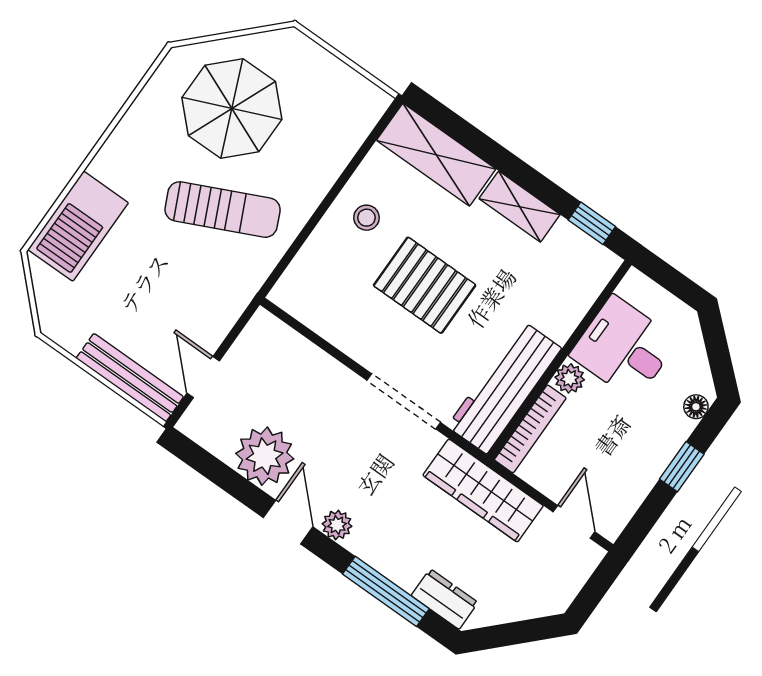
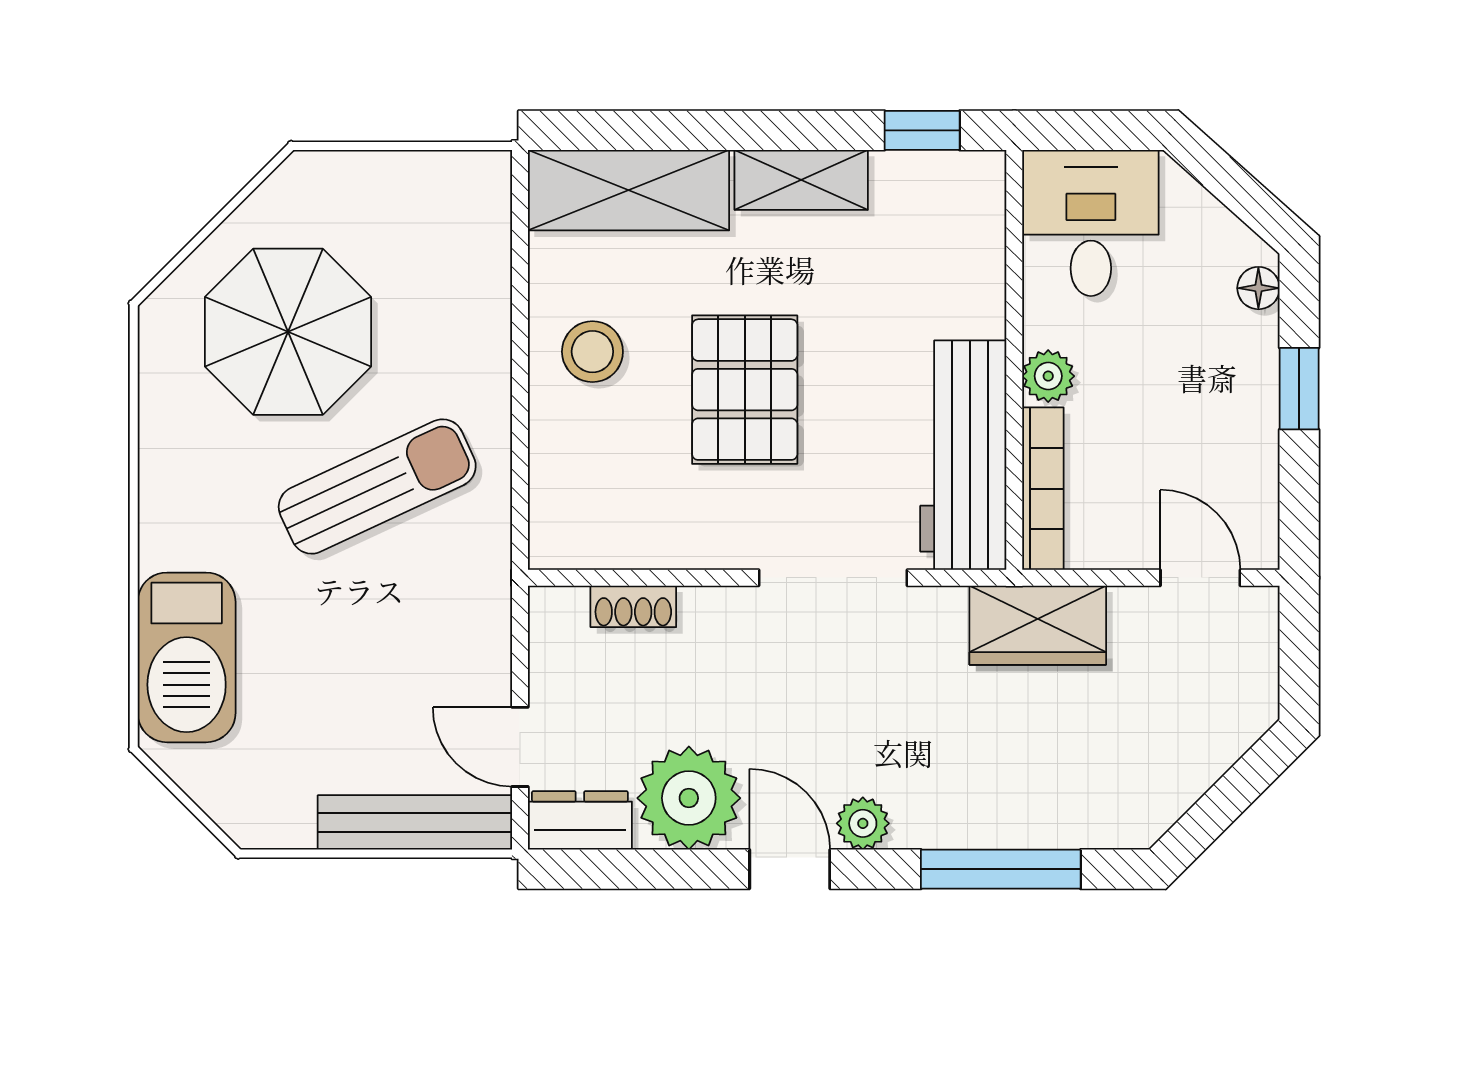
stool: (366, 218) -> (592, 352), width x1.37, depth x1.37
pallet: (425, 285) -> (745, 390), turned 90
desk: (624, 348) -> (1091, 223), moved, turned 90
shoe rack: (302, 349) -> (633, 606), added
wardrobe: (483, 491) -> (1038, 625), width x0.67
dresser: (445, 599) -> (580, 820), moved

